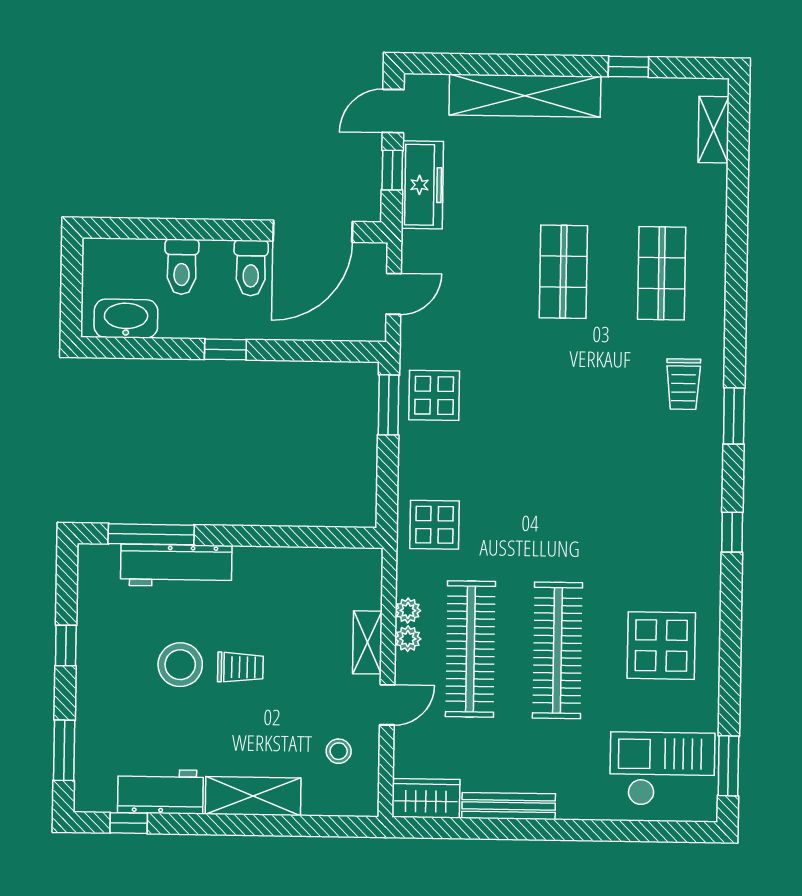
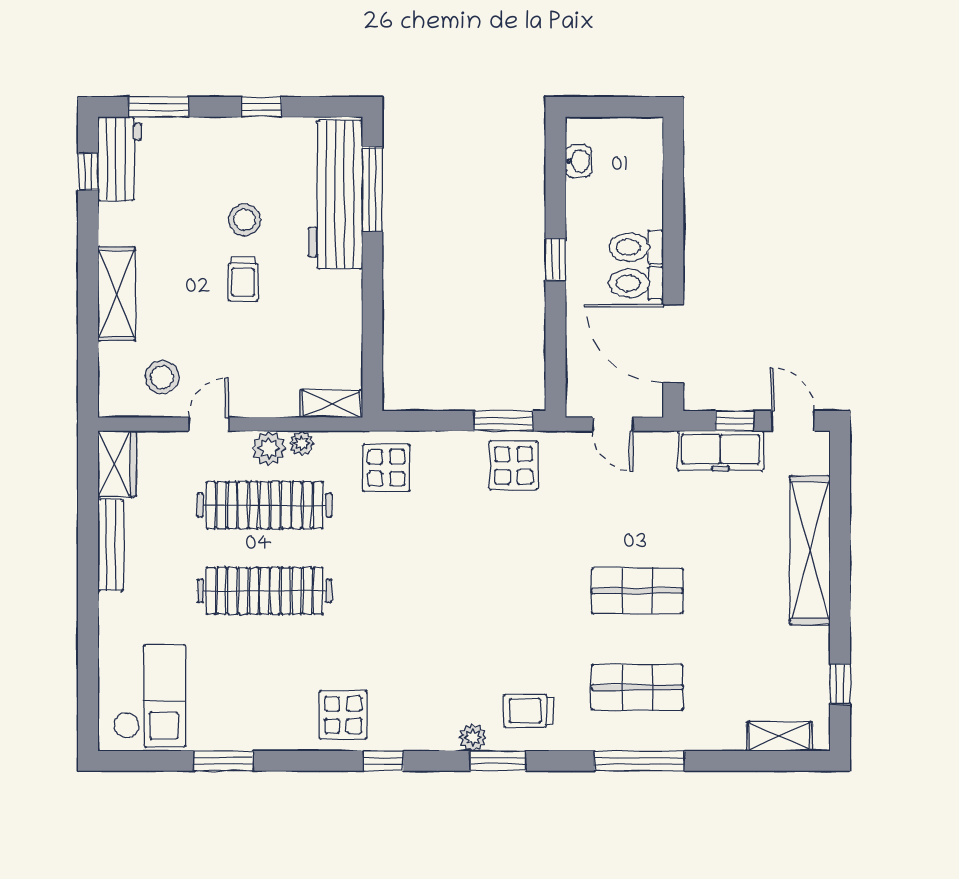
window: (628, 67) -> (840, 684), moved
toilet: (182, 267) -> (636, 247), moved
window: (736, 272) -> (639, 761), added
washbasin: (126, 319) -> (578, 161), width x0.52, depth x0.69
plant: (710, 441) -> (473, 737), added
workbench: (176, 566) -> (336, 195), width x1.36, depth x1.32
plant: (408, 639) -> (269, 448), width x1.38, depth x1.38
shelving: (367, 642) -> (332, 404), moved
display table: (661, 646) -> (343, 715), moved, width x0.73, depth x0.73
stool: (180, 665) -> (245, 220), width x0.73, depth x0.73
door: (387, 705) -> (208, 424), swing flipped
stool: (339, 751) -> (162, 377), width x1.37, depth x1.37
window: (728, 766) -> (224, 761), moved
workbench: (160, 792) -> (119, 159), moved

